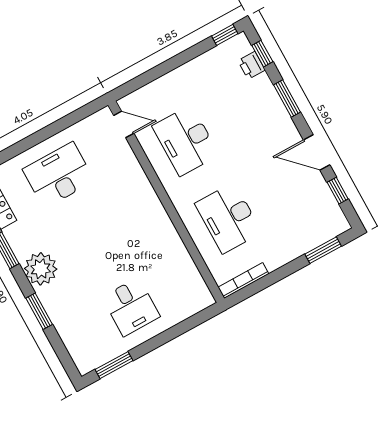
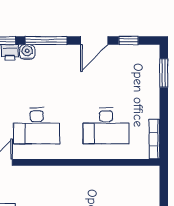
water cooler: (263, 84) -> (27, 52), added
window: (287, 98) -> (46, 41), width x1.44

